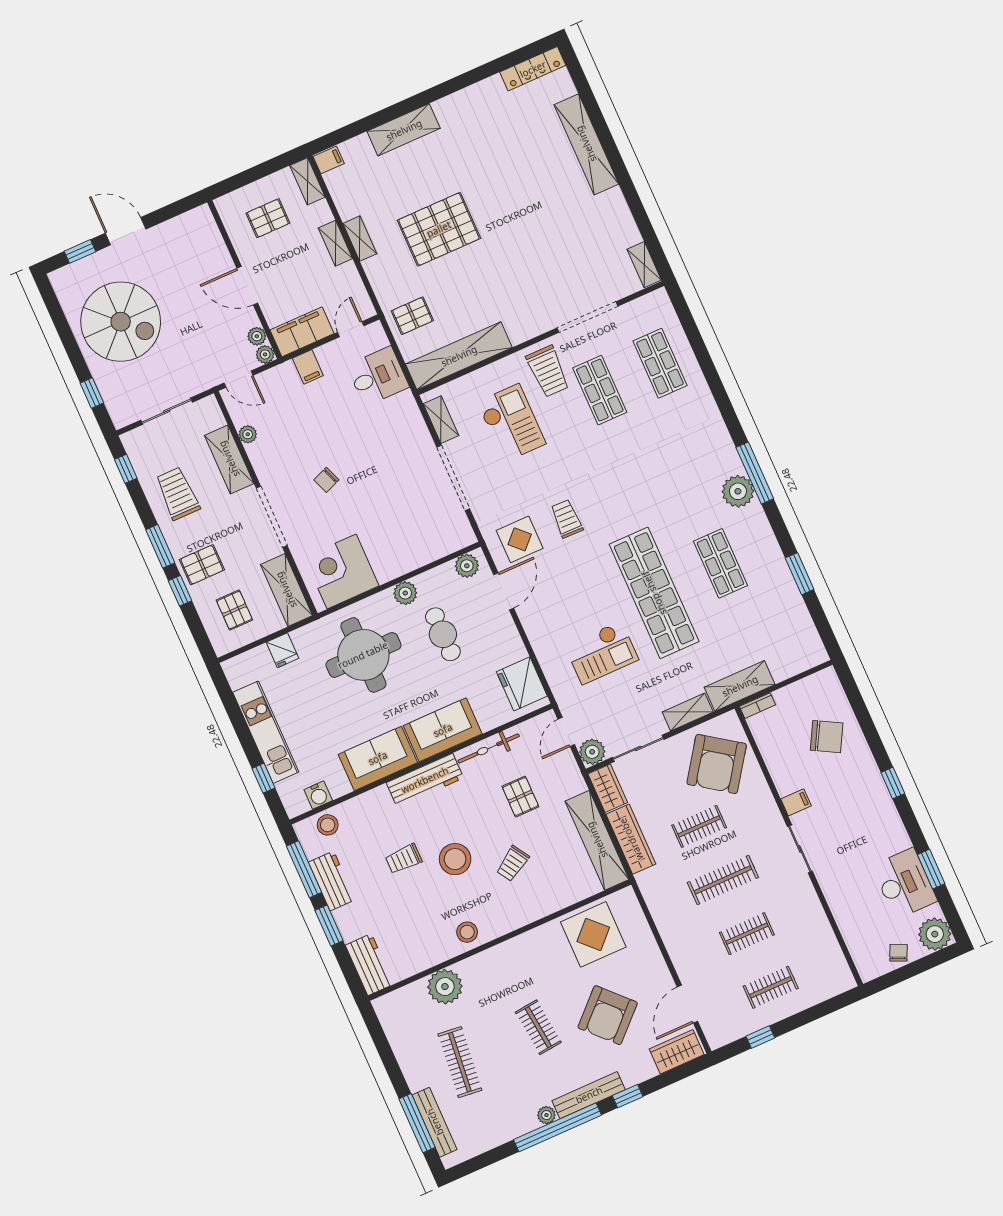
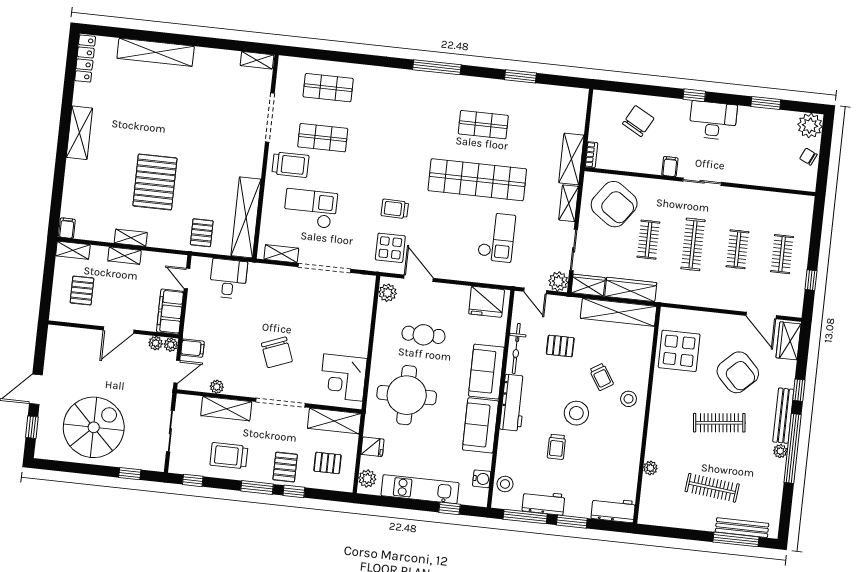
shelving: (404, 130) -> (79, 133), moved
filing cabinet: (308, 367) -> (192, 348), moved
chair: (326, 480) -> (277, 352), width x1.87, depth x1.87
plant: (738, 491) -> (442, 85), removed
plant: (405, 593) -> (367, 478), moved
desk: (904, 883) -> (713, 120), moved
stool: (467, 932) -> (629, 399), moved
plant: (445, 987) -> (650, 468), width x0.53, depth x0.53
clothes rail: (538, 1027) -> (719, 423), width x1.36

